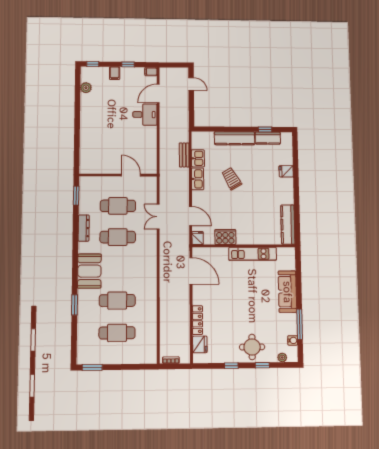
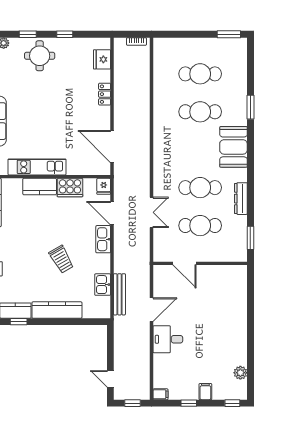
window: (173, 65) -> (133, 403), added
door: (158, 94) -> (151, 310), moved
bench: (184, 155) -> (119, 294), width x1.36
kitchen sink: (198, 179) -> (103, 239), moved
kitchen counter: (250, 238) -> (40, 187), added
locker: (197, 320) -> (105, 94), width x0.66

